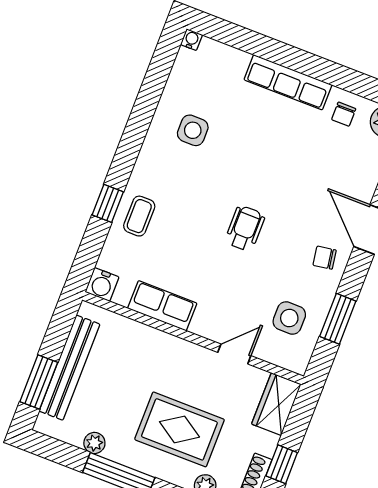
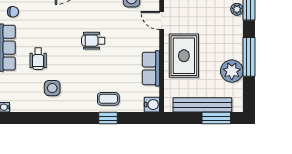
wheelchair: (250, 126) -> (38, 59), added
rug: (179, 429) -> (184, 56), moved
plant: (94, 443) -> (232, 71), width x1.88, depth x1.88

